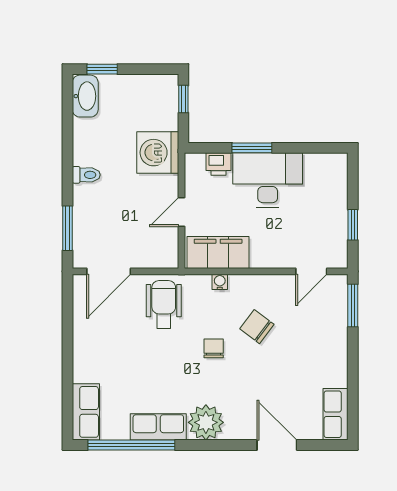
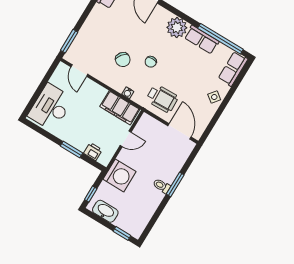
washbasin: (85, 96) -> (105, 211), moved, turned 90
desk: (268, 180) -> (51, 107), moved, turned 90
window: (353, 225) -> (45, 81), removed
window: (68, 228) -> (175, 184), moved
door: (109, 271) -> (179, 131), hinge flipped
door: (311, 271) -> (79, 71), swing flipped
wheelchair: (164, 304) -> (162, 99), turned -92
side table: (88, 353) -> (214, 97), added

